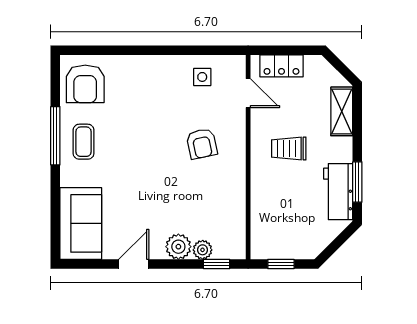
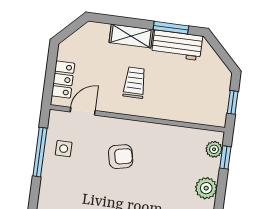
window: (195, 50) -> (40, 152), added
shelving: (342, 111) -> (131, 36), moved
trolley: (289, 149) -> (135, 83), turned 180
plant: (203, 250) -> (214, 149), moved

